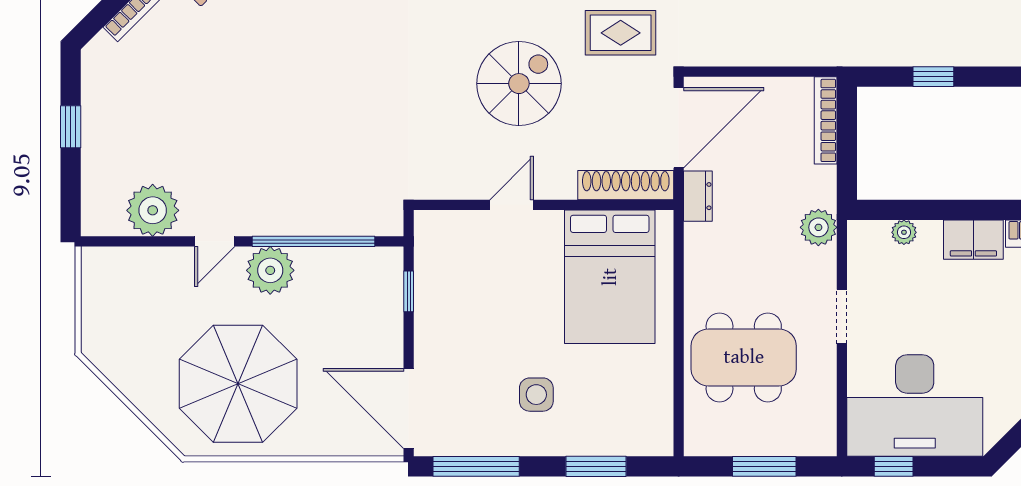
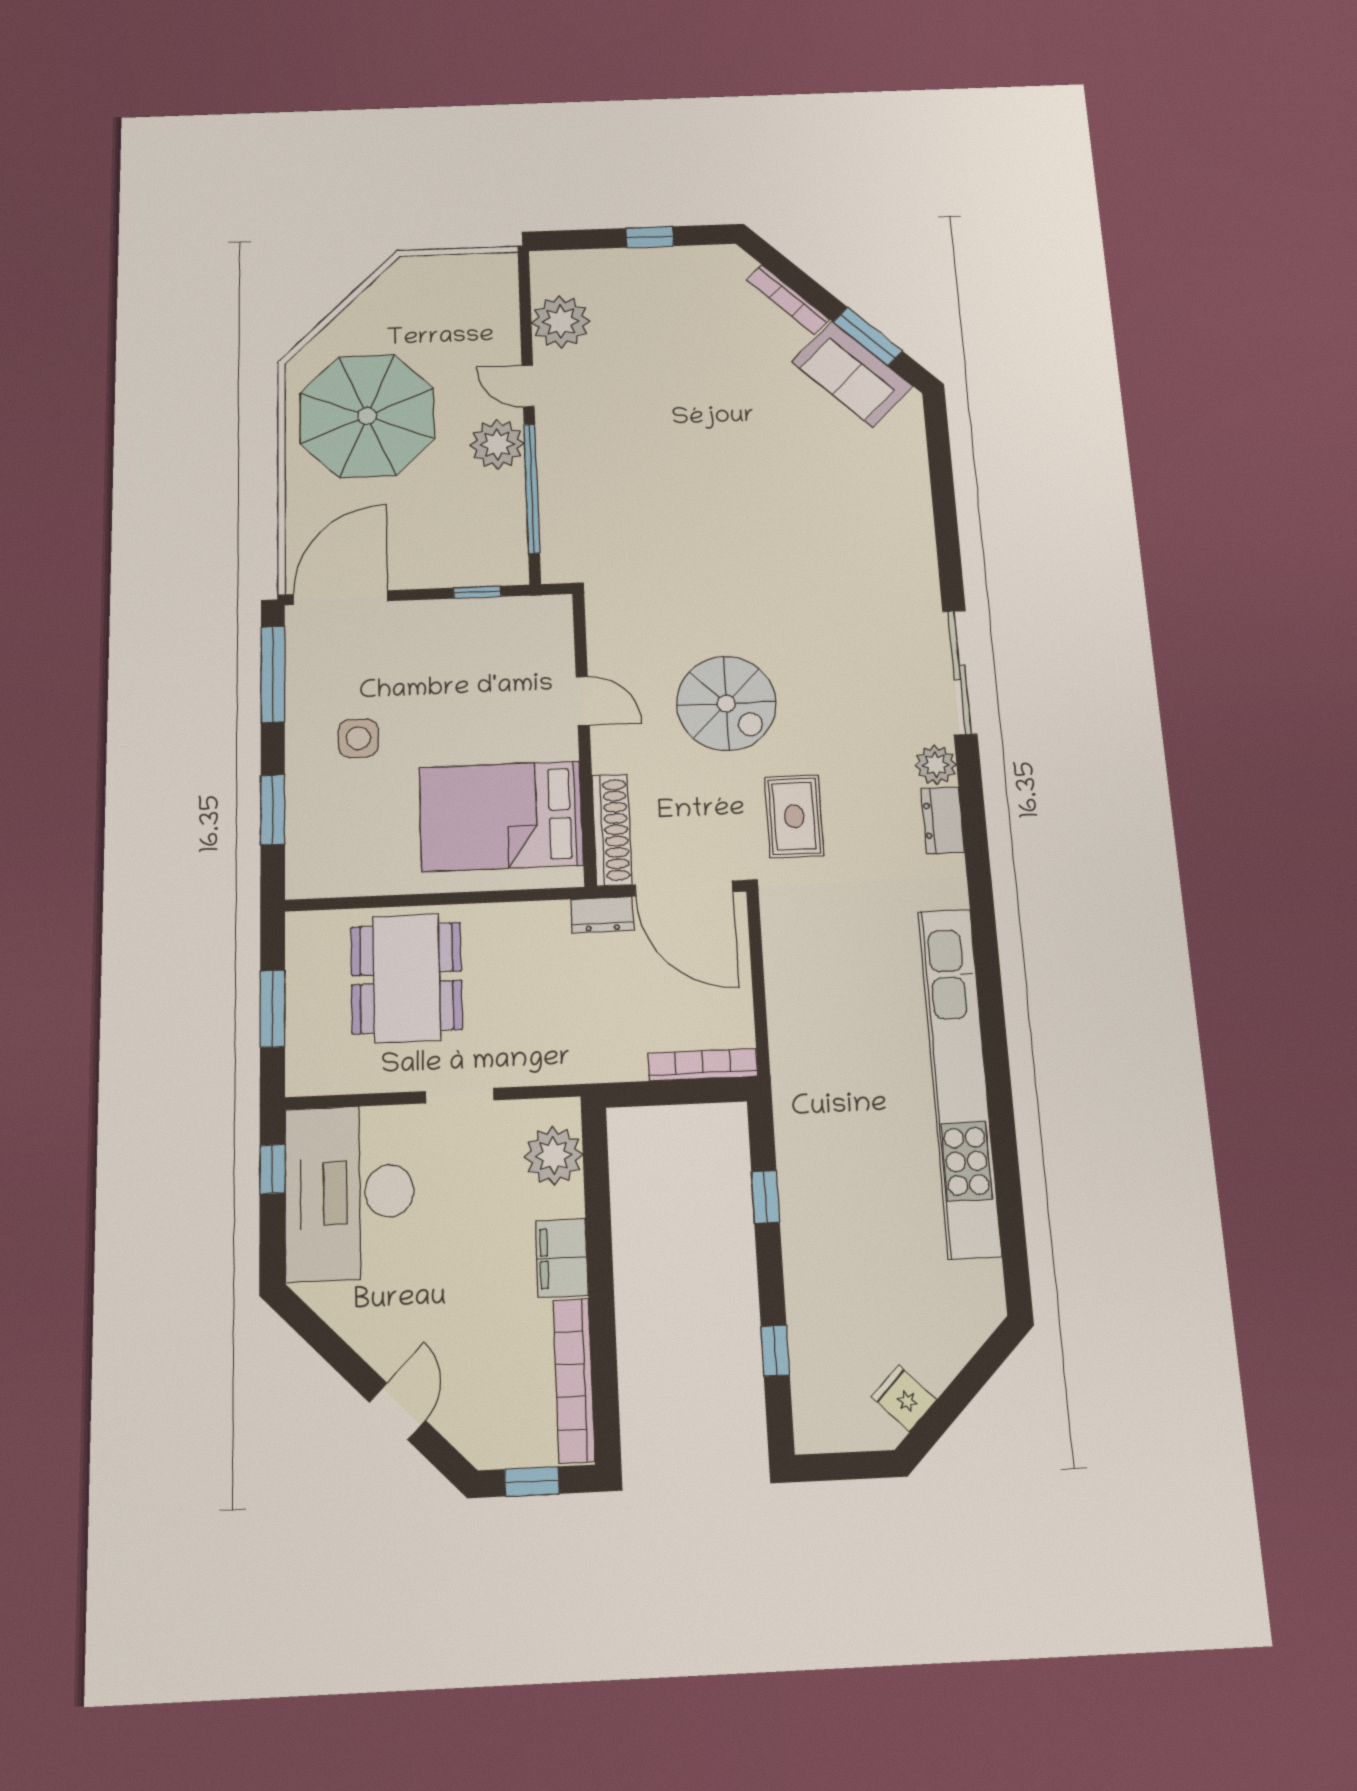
plant: (818, 227) -> (570, 1062), removed
plant: (904, 232) -> (554, 1156), width x1.87, depth x1.87

